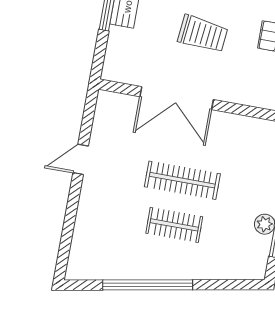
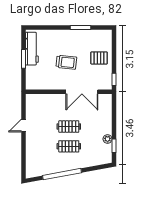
double door: (177, 98) -> (82, 92), moved
clothes rail: (182, 180) -> (69, 127), width x0.73

